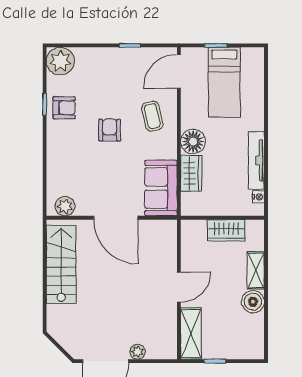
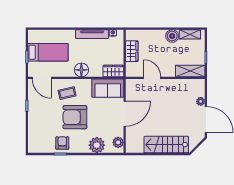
plant: (60, 61) -> (97, 145), moved
armchair: (110, 130) -> (75, 117), width x1.88, depth x1.88
wardrobe: (191, 173) -> (113, 71), moved
stairs: (61, 264) -> (166, 145), moved
shelving: (256, 270) -> (190, 34), moved
door: (179, 287) -> (152, 78), moved

